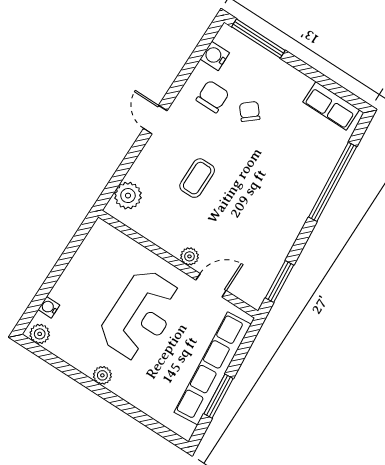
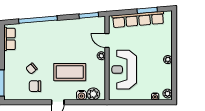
water cooler: (215, 56) -> (81, 95), moved
coffee table: (197, 178) -> (70, 72), width x1.86, depth x1.72
reception desk: (141, 315) -> (124, 70), moved, turned -90

